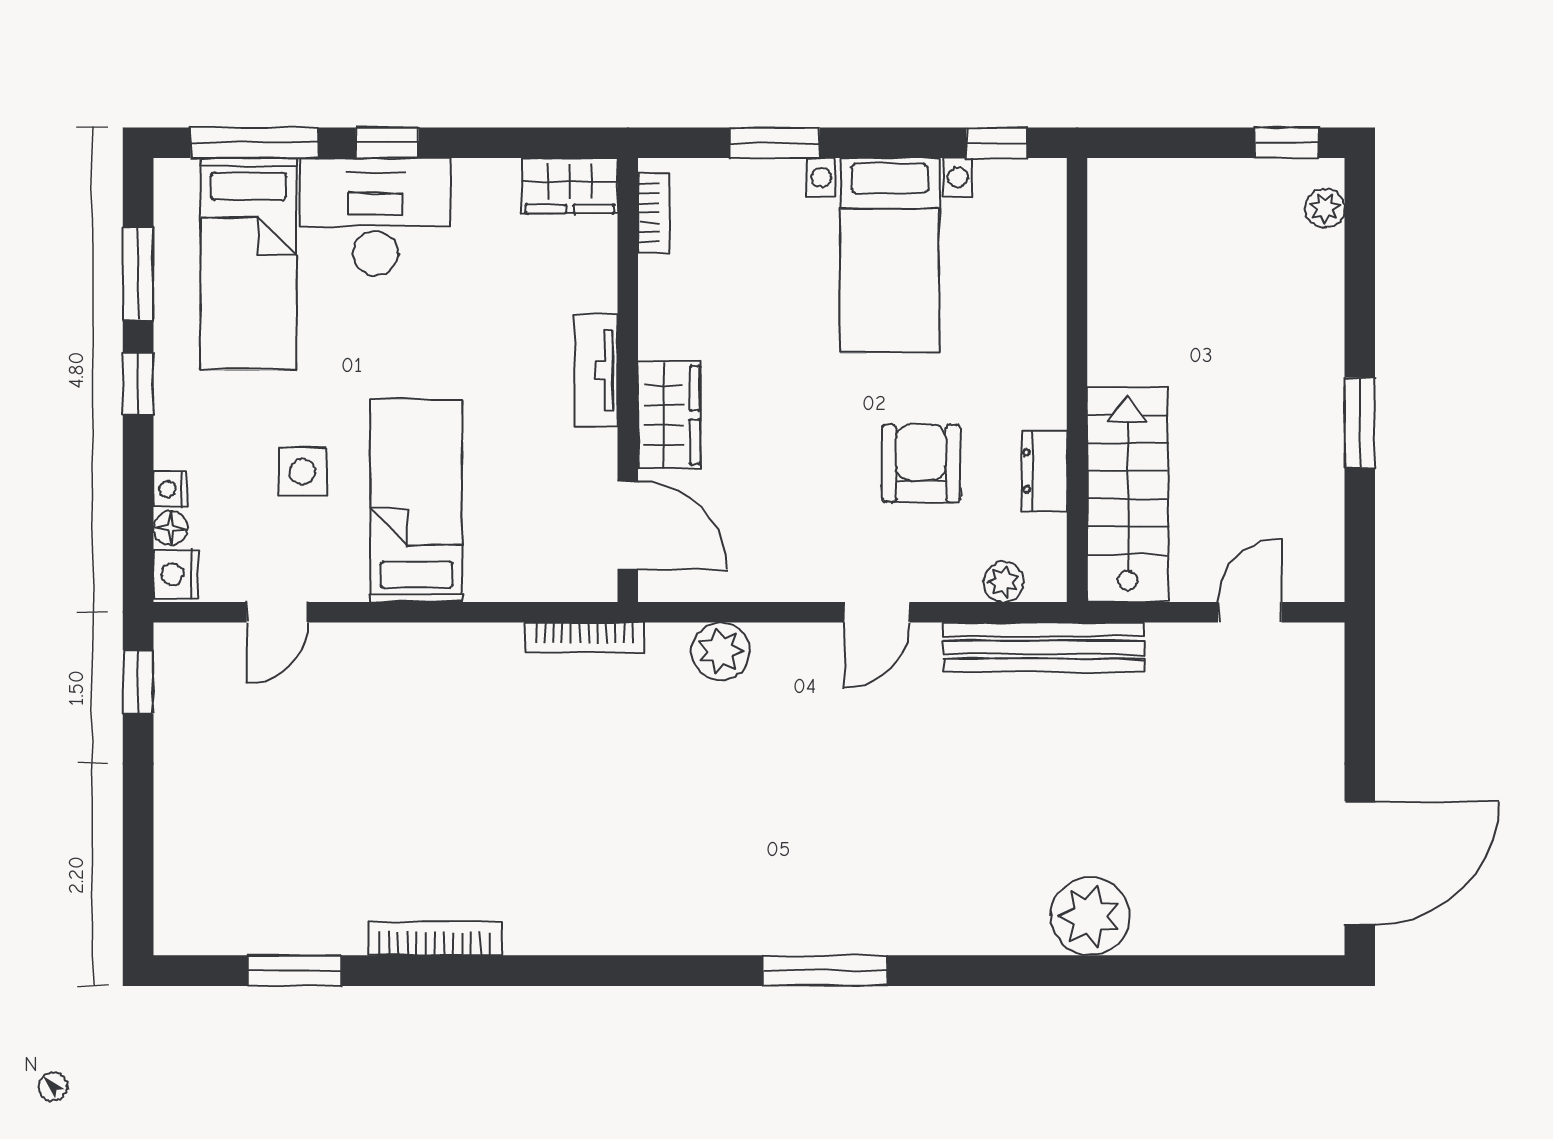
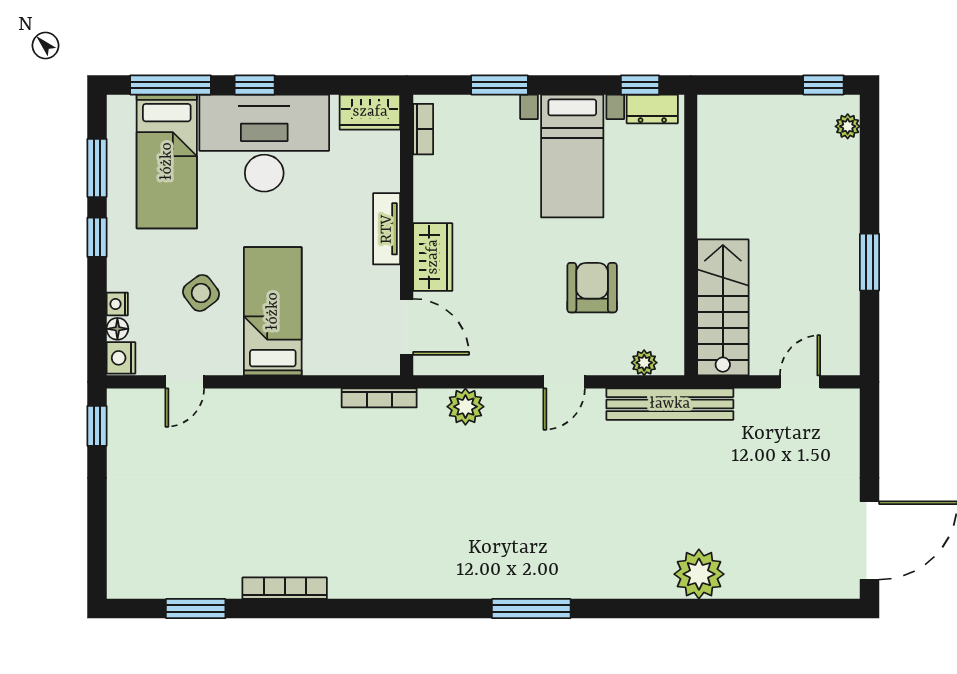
desk: (375, 217) -> (264, 143), width x1.36, depth x1.30
dresser: (1044, 471) -> (652, 109), moved, turned -90
side table: (303, 472) -> (201, 293), turned -37

